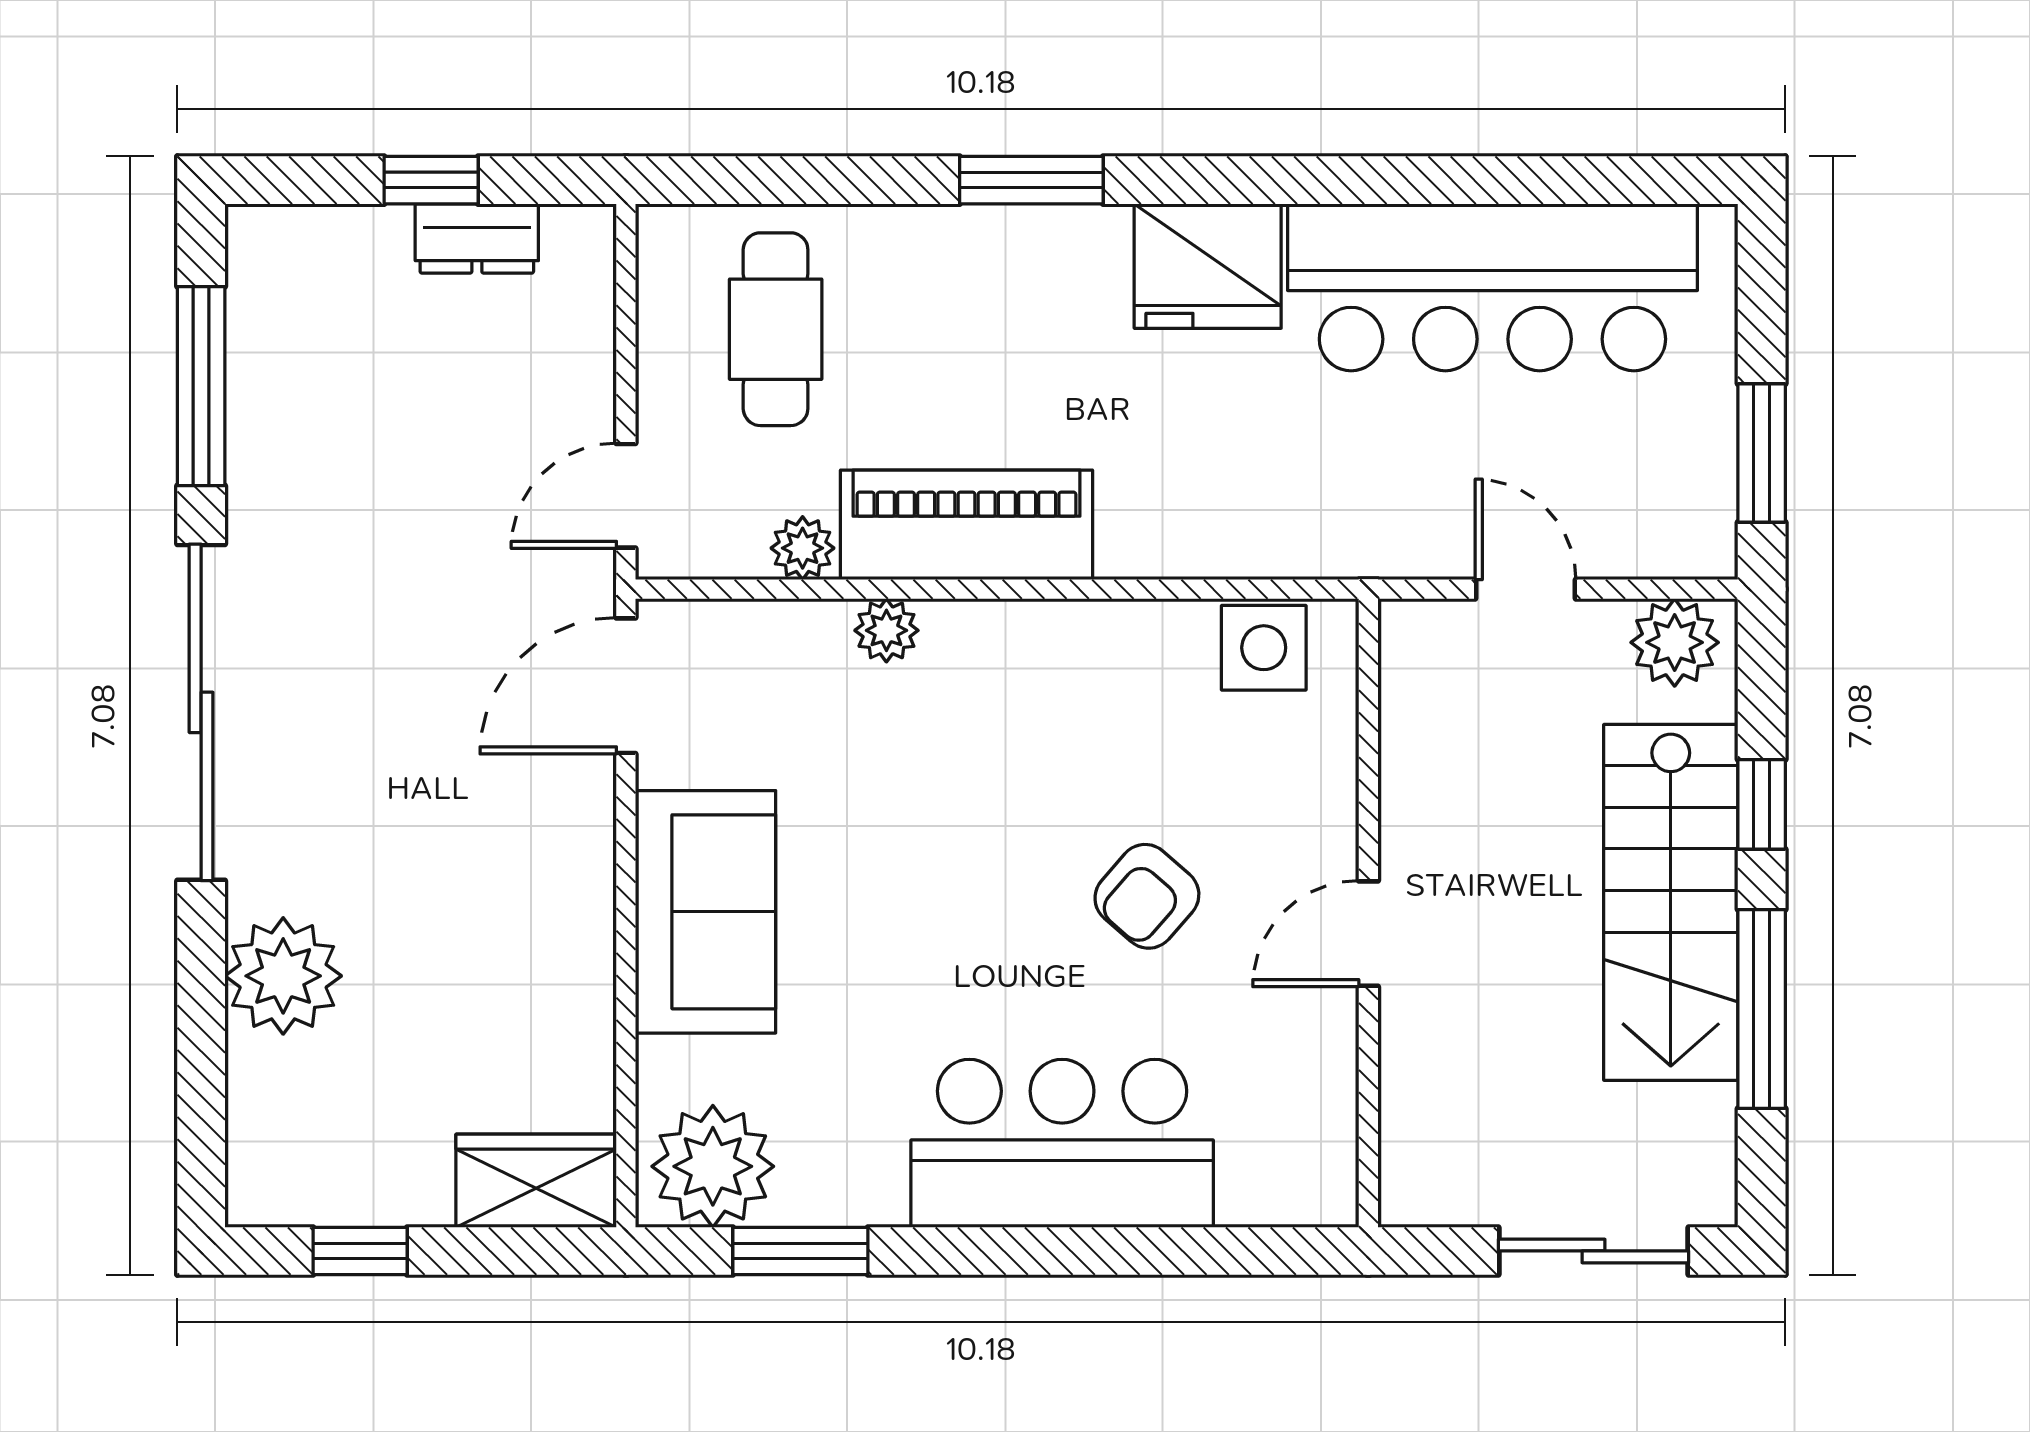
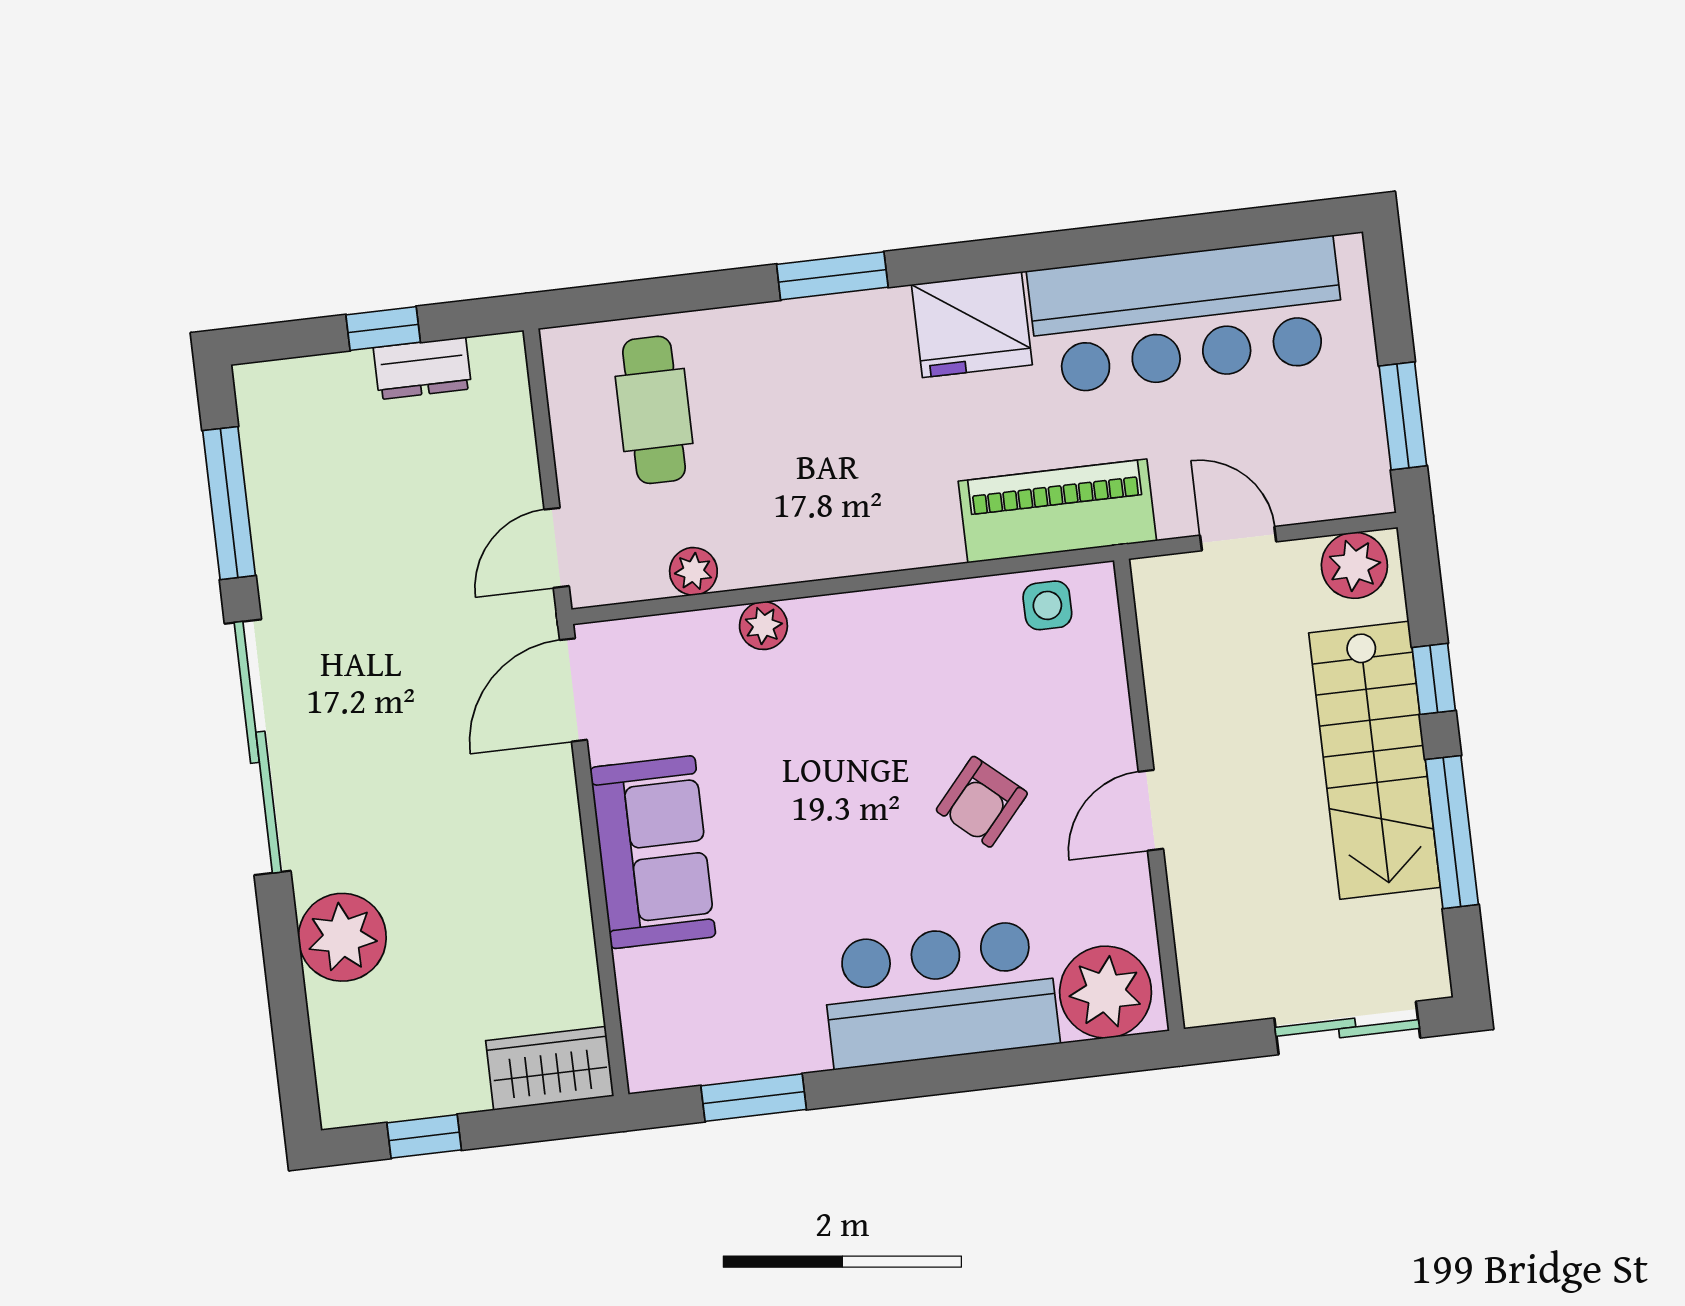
piano: (967, 525) -> (1057, 511), moved
side table: (1264, 648) -> (1047, 605), width x0.73, depth x0.73
plant: (713, 1166) -> (1106, 992), moved

